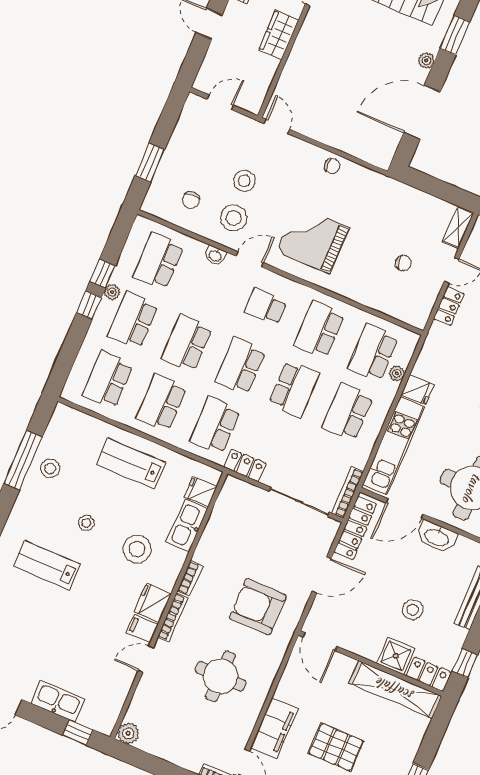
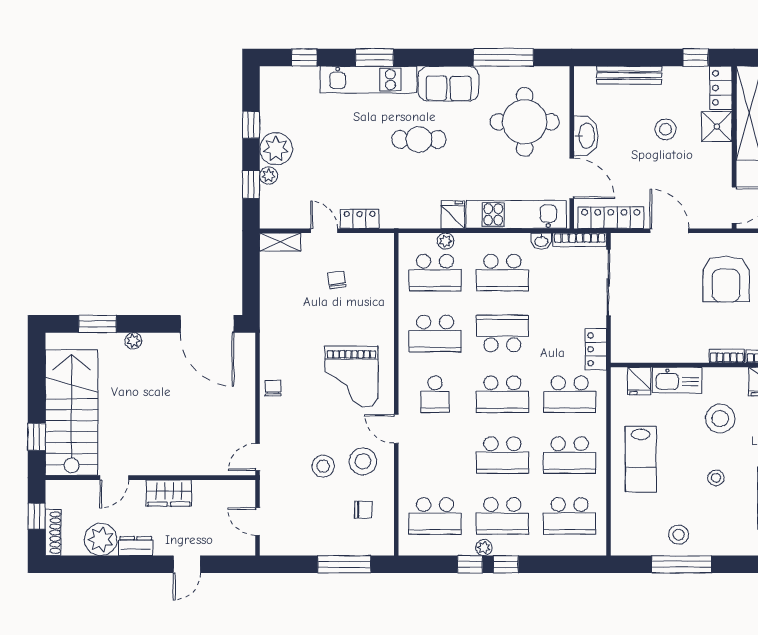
door: (422, 112) -> (207, 324), moved
window: (150, 163) -> (344, 564), width x1.44
washbasin: (215, 255) -> (541, 241), moved, turned 90

